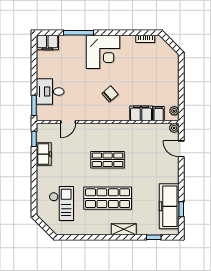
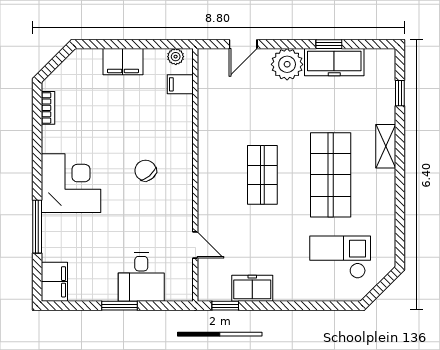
window: (34, 105) -> (119, 306), moved
filing cabinet: (141, 113) -> (123, 62), moved, turned -90
plant: (174, 128) -> (287, 64), moved, width x1.87, depth x1.87
freezer: (169, 206) -> (334, 62), width x0.73, depth x0.79
window: (181, 209) -> (329, 44), moved

